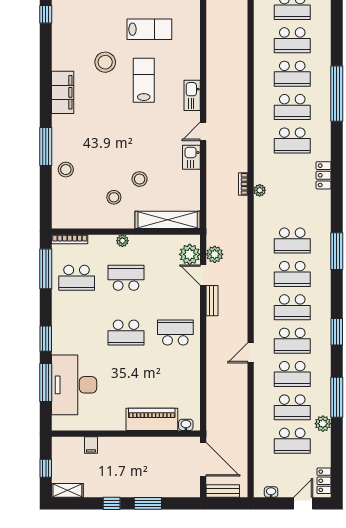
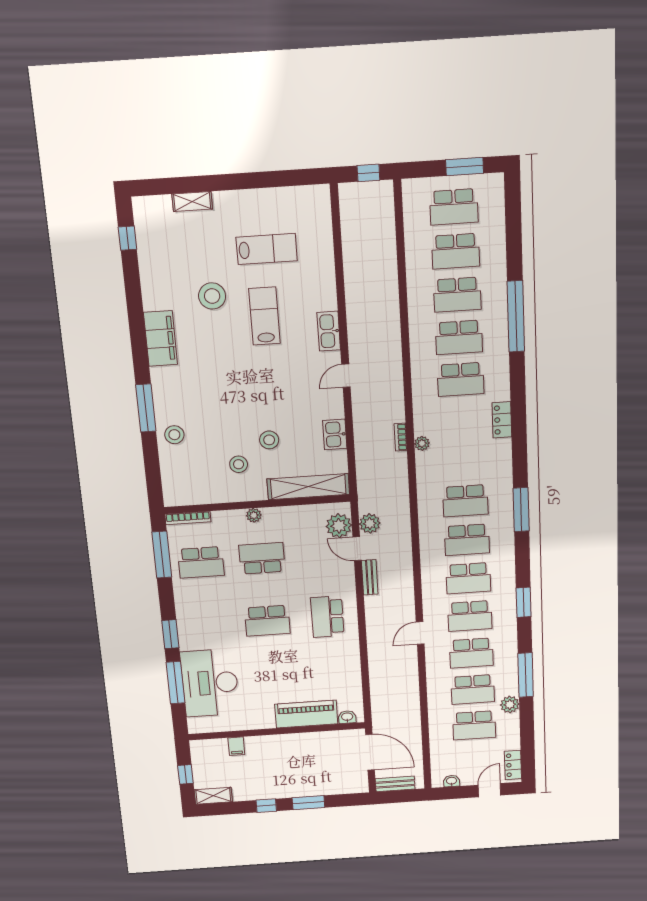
kitchen sink: (191, 157) -> (335, 434), moved
school desk: (175, 333) -> (327, 617), turned -90

